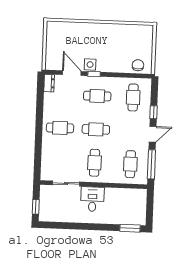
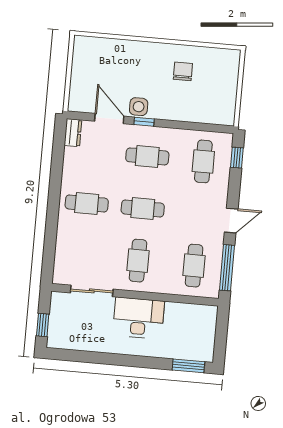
chair: (138, 65) -> (183, 71), moved
window: (154, 112) -> (237, 158), moved
desk: (92, 199) -> (139, 318), width x1.37

